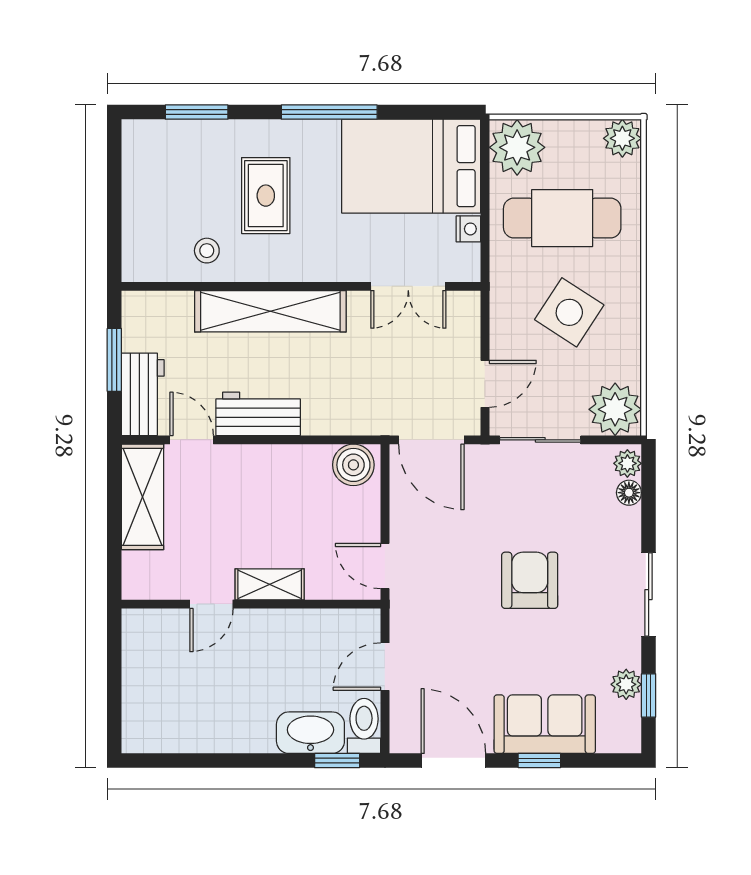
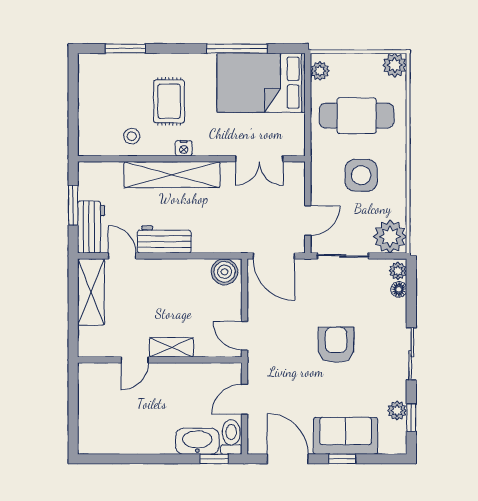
window: (329, 112) -> (237, 49), moved
plant: (517, 147) -> (320, 71), width x0.53, depth x0.53
nightstand: (468, 229) -> (184, 148), moved, turned 90
side table: (569, 312) -> (361, 175), turned -33

